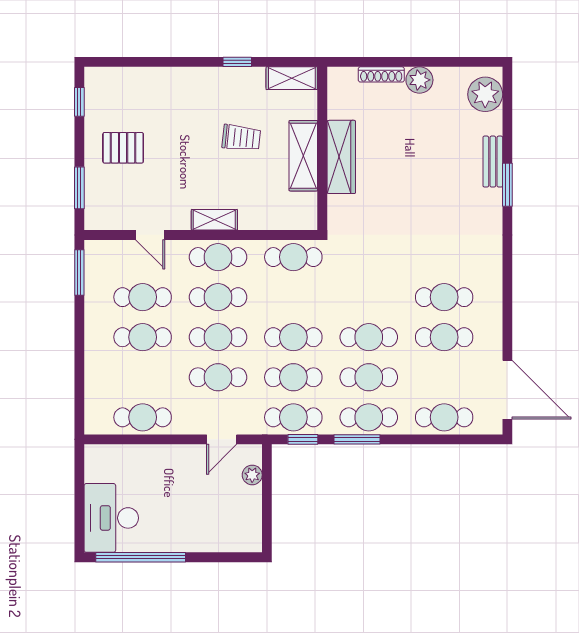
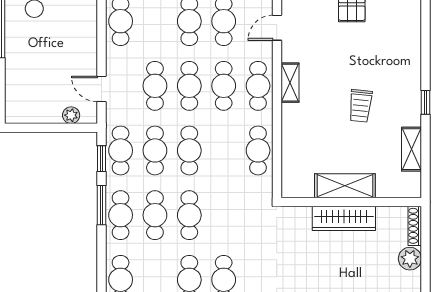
wall: (322, 148) -> (351, 202), moved
shelving: (303, 156) -> (345, 186), moved
wardrobe: (341, 157) -> (344, 218), moved

